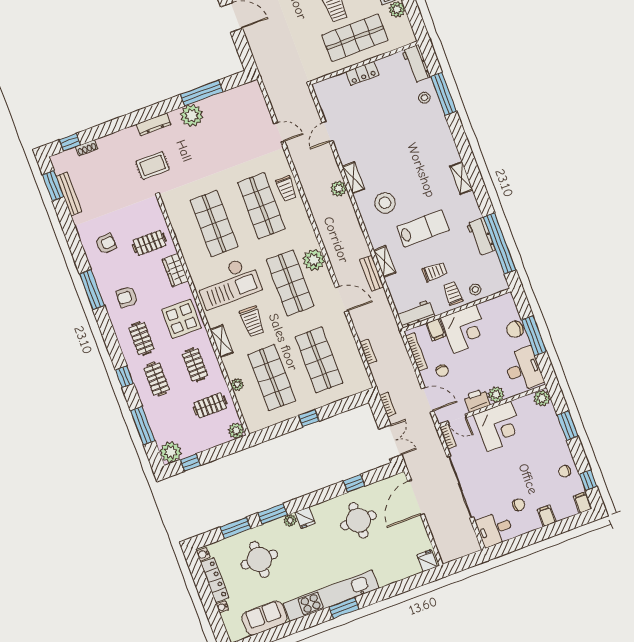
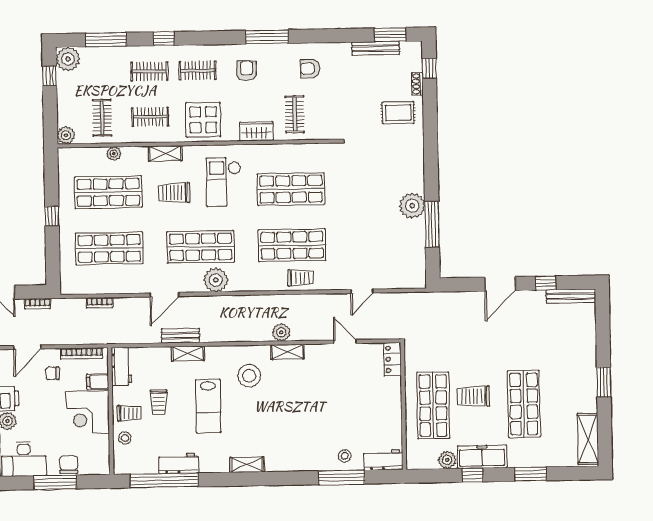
locker: (362, 73) -> (392, 359), moved
dresser: (154, 124) -> (417, 163), removed
rug: (153, 166) -> (398, 113), moved, turned 90
trolley: (286, 189) -> (301, 278), turned 180
armchair: (106, 244) -> (310, 69), turned 94
checkout: (228, 283) -> (224, 182), width x0.73, depth x0.83

